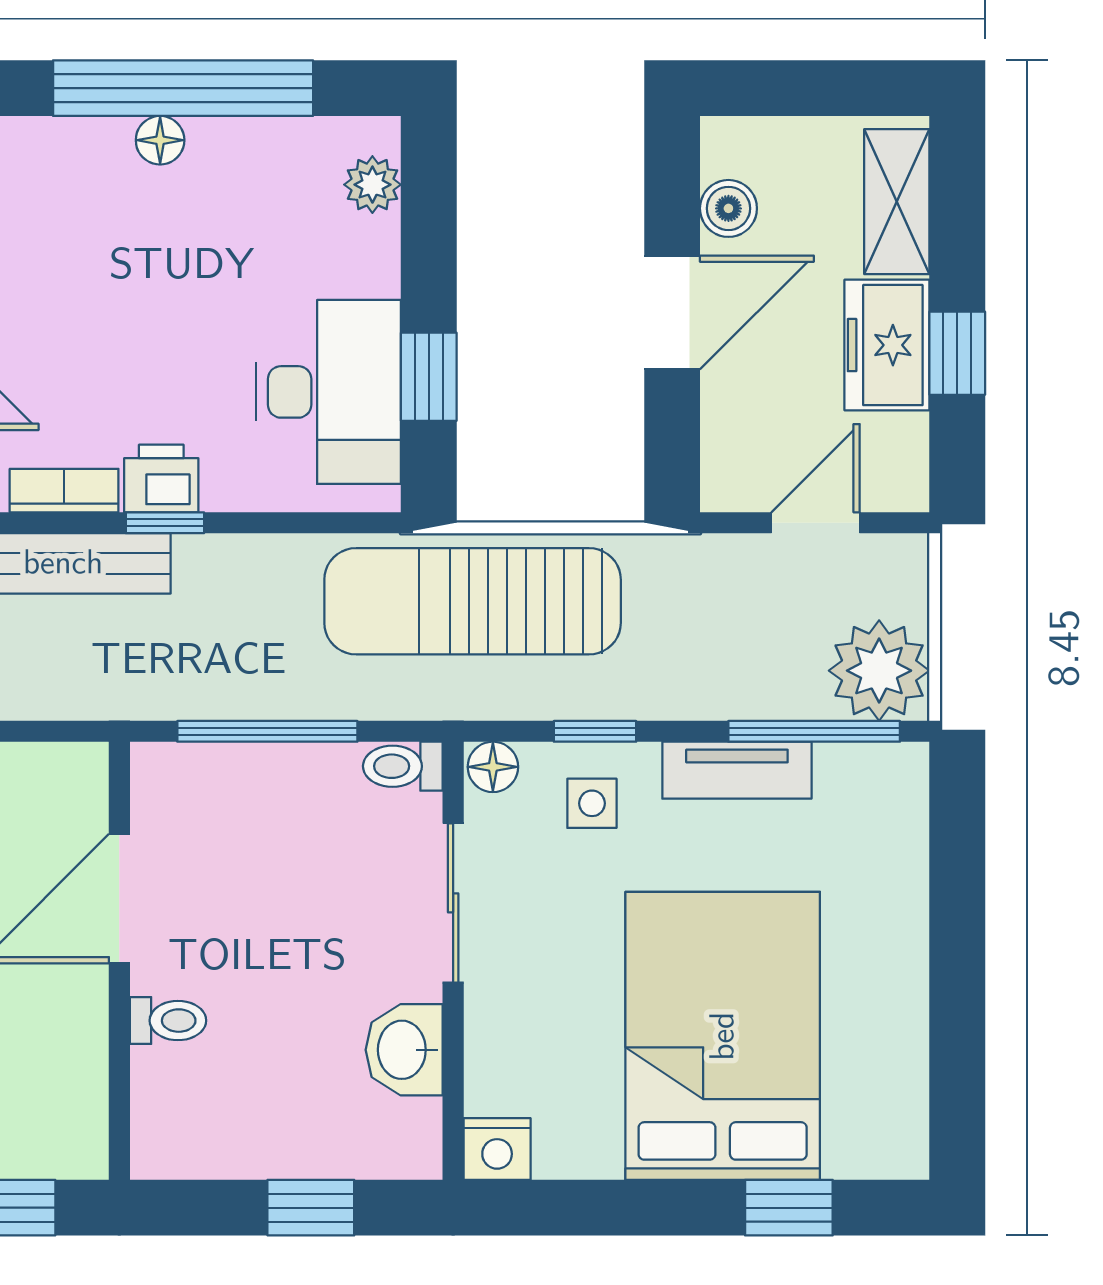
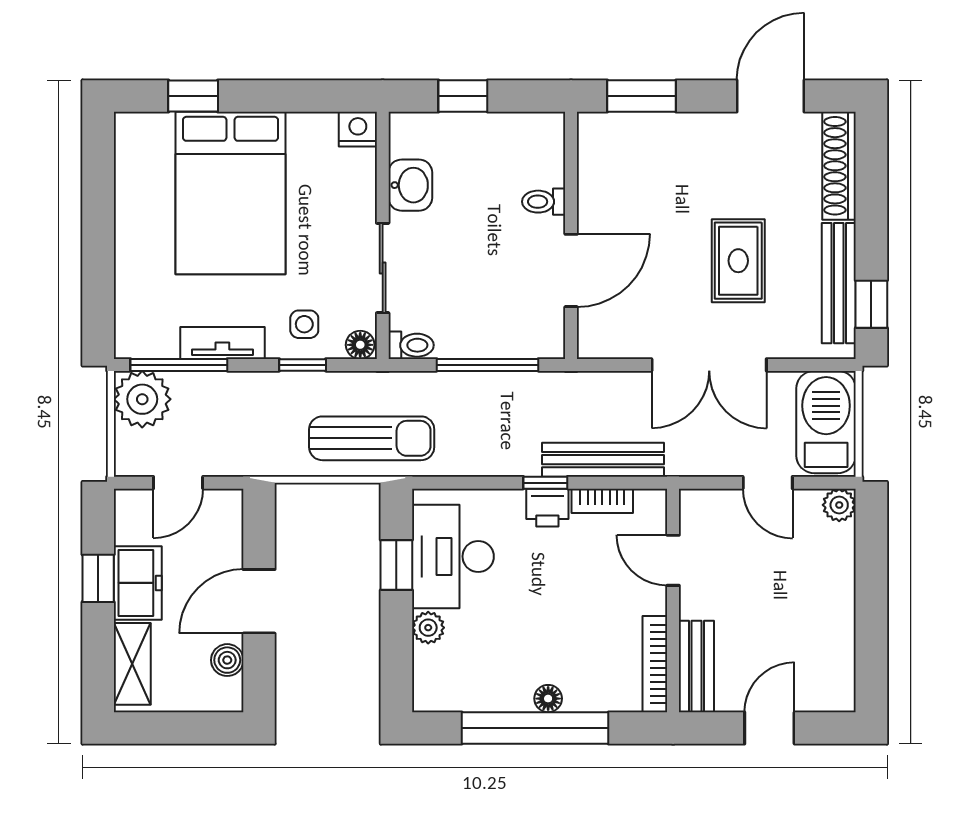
plant: (372, 185) -> (428, 628), moved
sun lounger: (473, 601) -> (372, 438), width x0.73, depth x0.75

